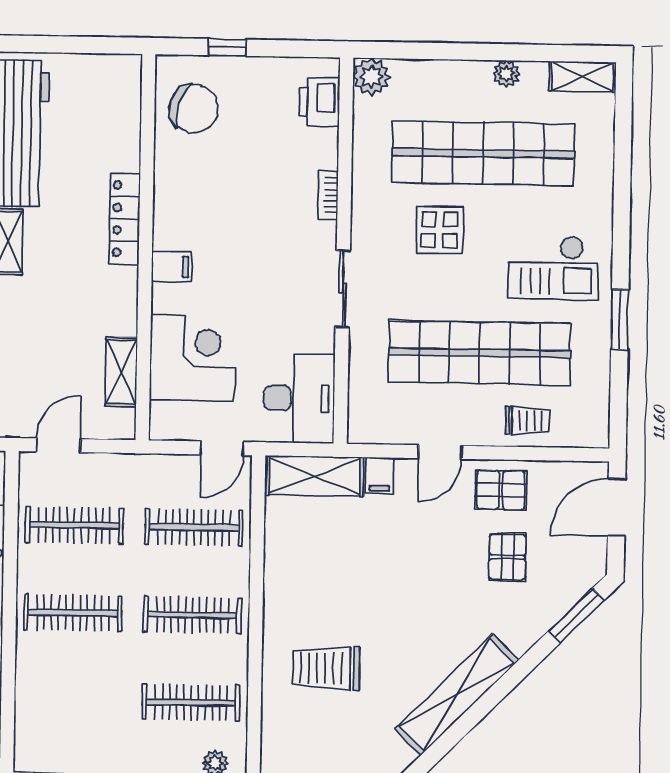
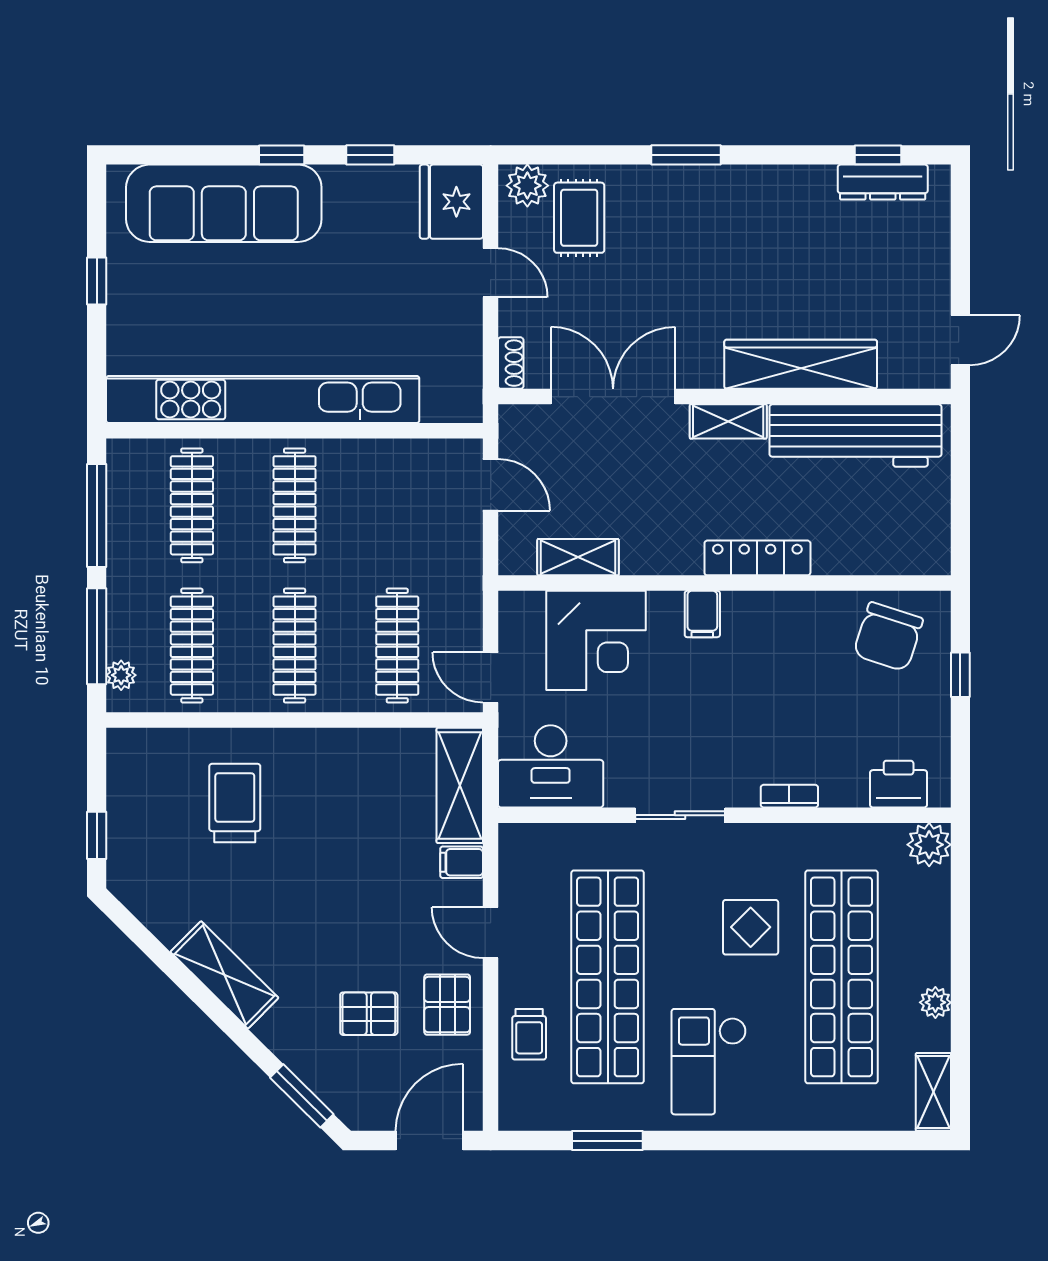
window: (620, 320) -> (607, 1141), moved
door: (617, 507) -> (429, 1141), hinge flipped
clothes rail: (74, 525) -> (192, 505), moved
shelving: (457, 695) -> (224, 975), width x0.68

